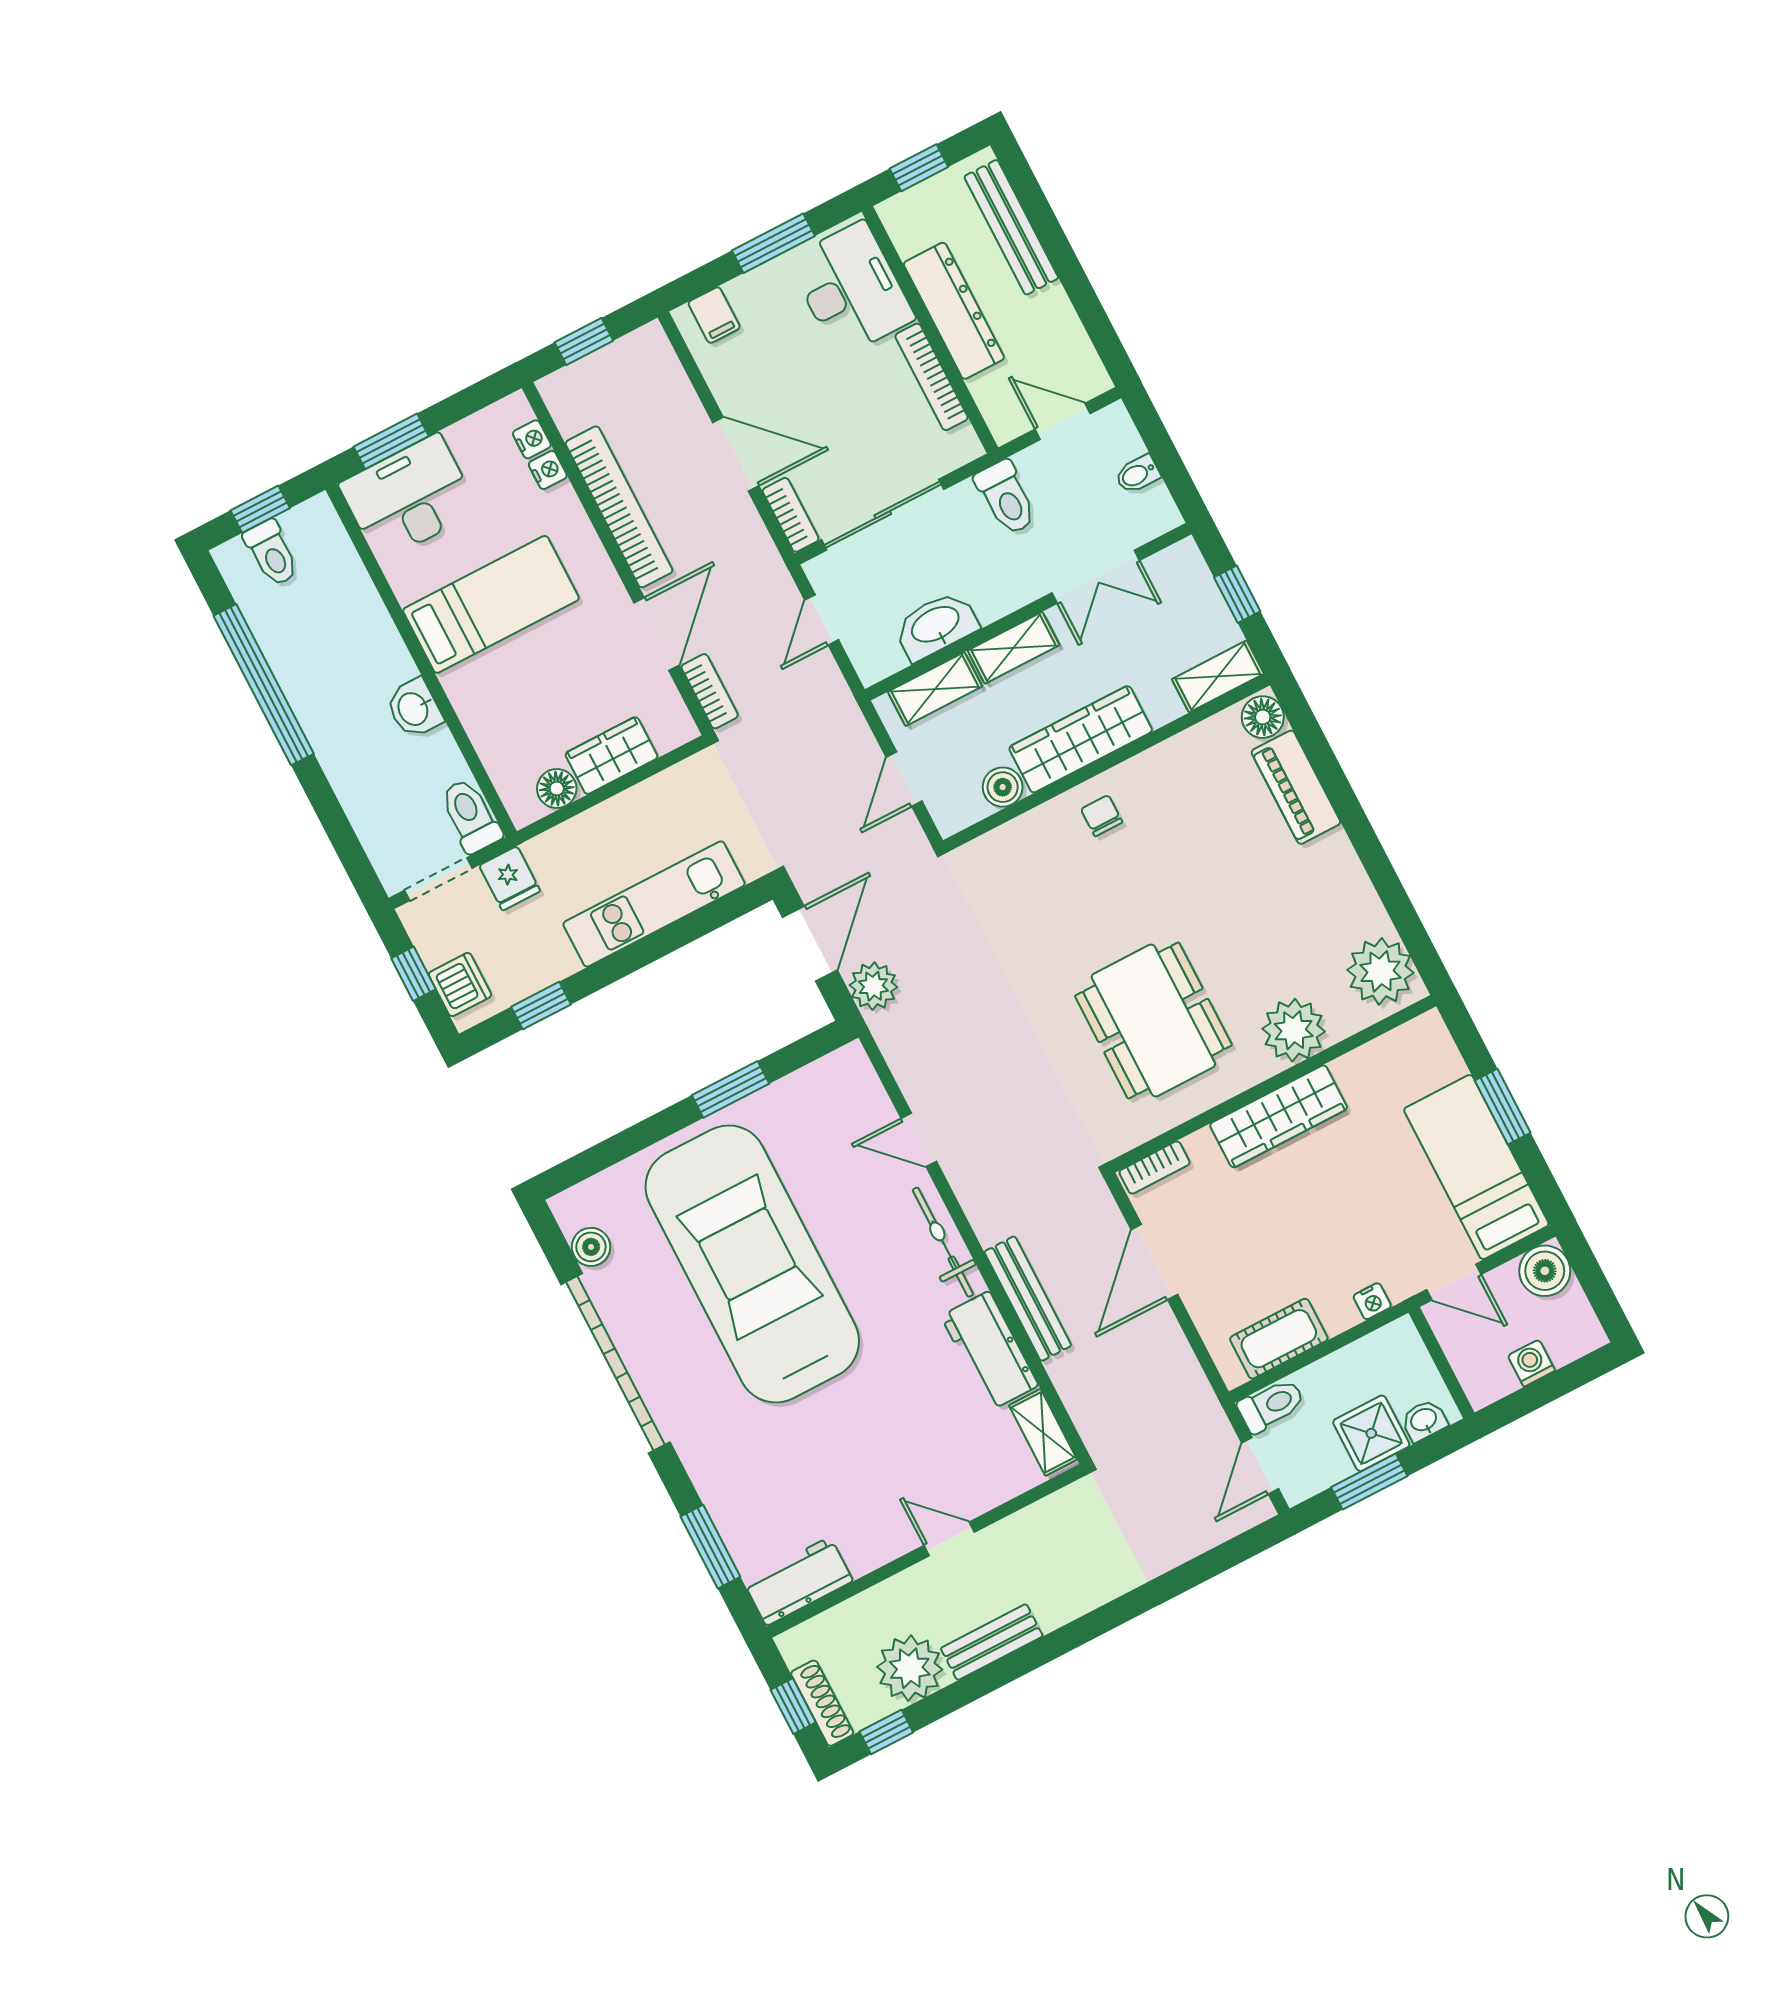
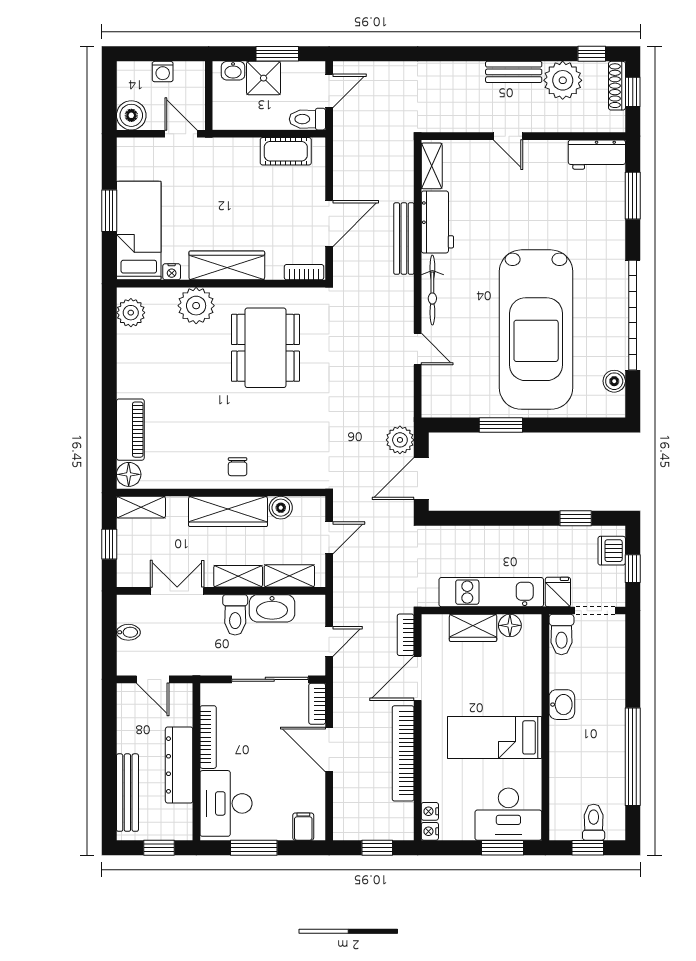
nightstand: (548, 470) -> (430, 831), moved
toilet: (1006, 498) -> (235, 615), moved, turned 180
kitchen unit: (654, 904) -> (491, 592), moved, turned 180
plant: (1380, 971) -> (131, 313), width x0.73, depth x0.73
bed: (1476, 1167) -> (139, 231), moved, turned 180
nightstand: (1372, 1301) -> (172, 272), moved, turned 180

